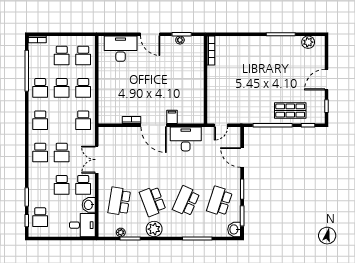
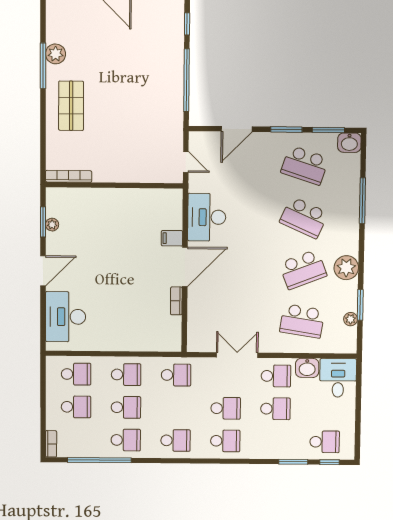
plant: (308, 42) -> (56, 54), moved
shop shelf: (290, 111) -> (71, 106), moved
double door: (97, 160) -> (237, 355), swing flipped

